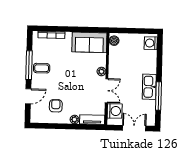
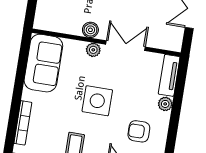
boiler: (114, 41) -> (90, 30), moved
side table: (71, 78) -> (97, 101), added
washing machine: (115, 111) -> (160, 37), removed

